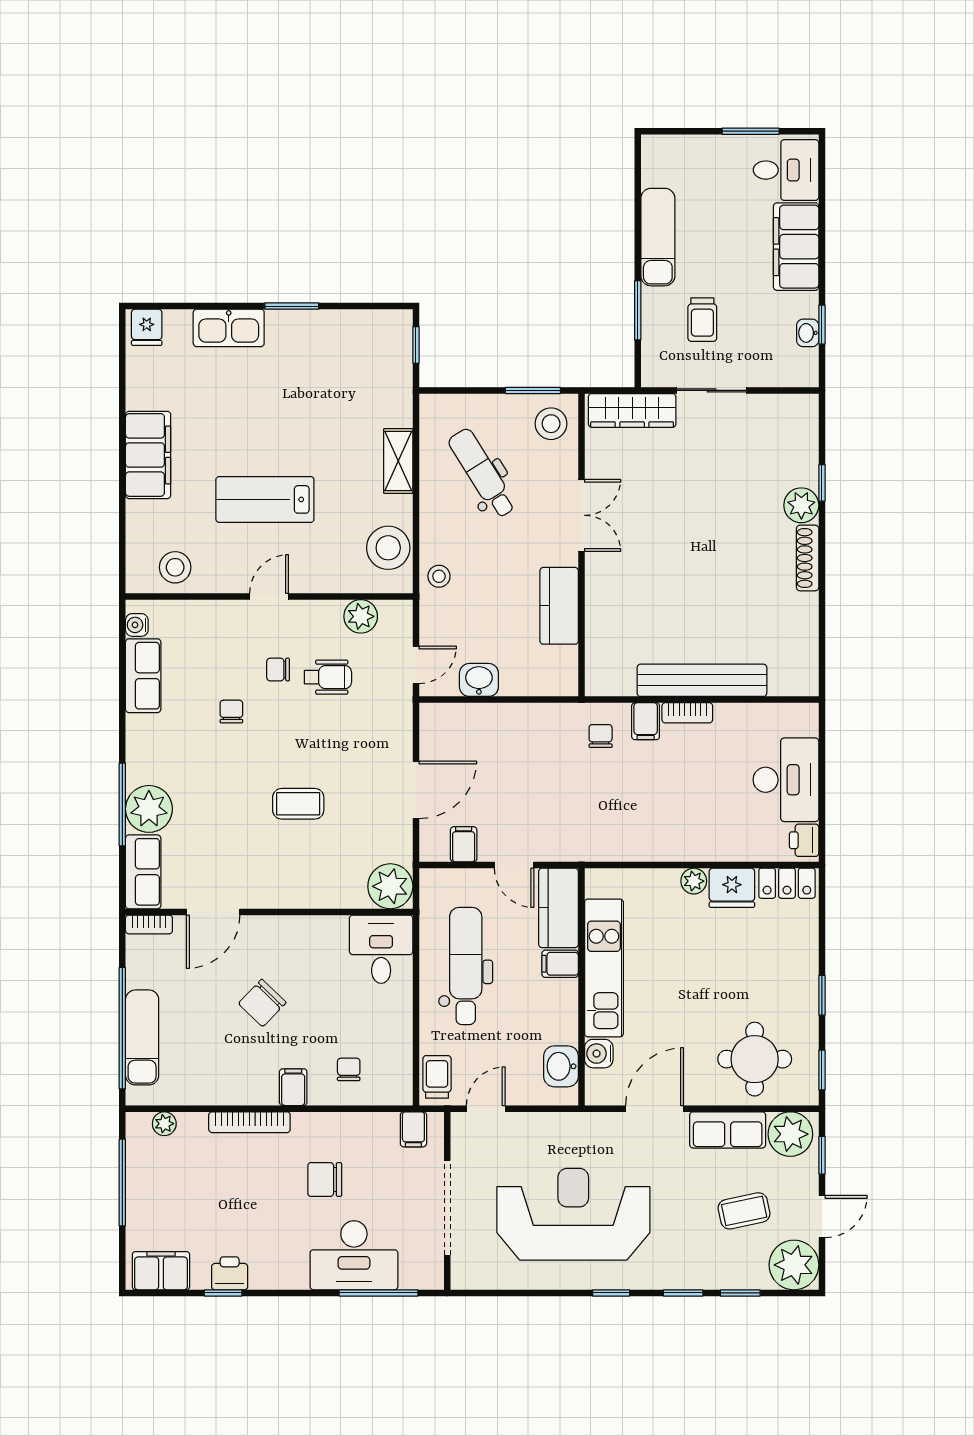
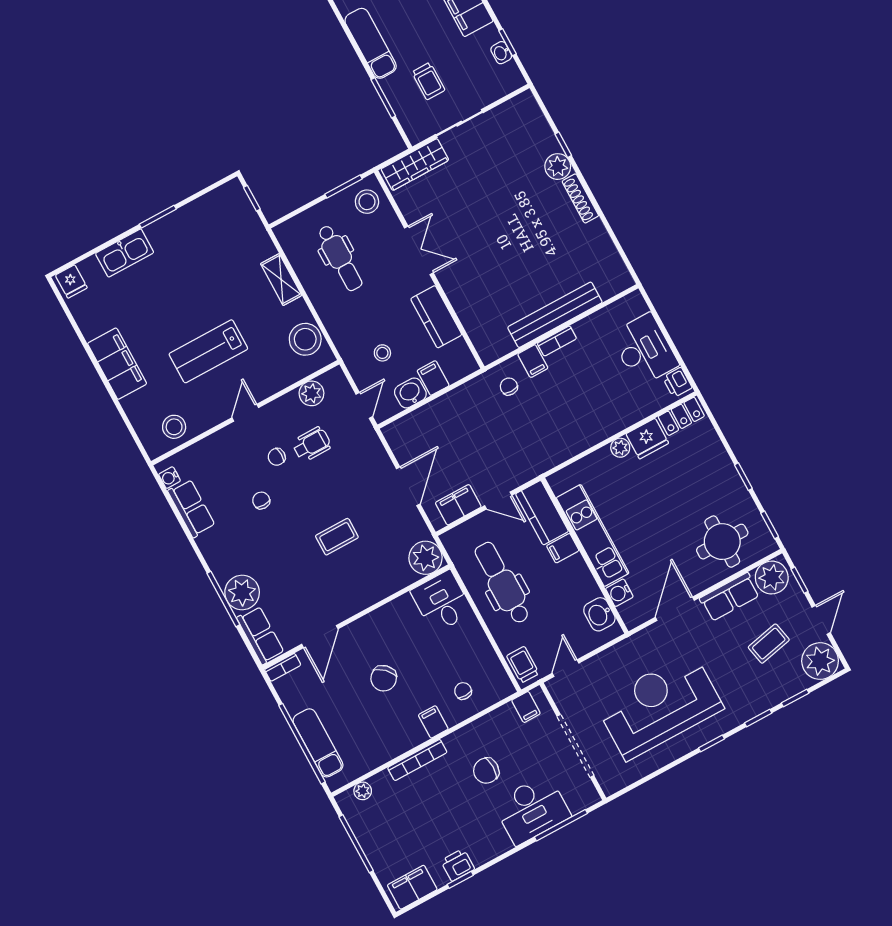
dental chair: (482, 473) -> (340, 258), turned -148
stool: (439, 576) -> (382, 353), moved
filing cabinet: (516, 677) -> (433, 378), added
filing cabinet: (464, 844) -> (458, 505), width x2.00

